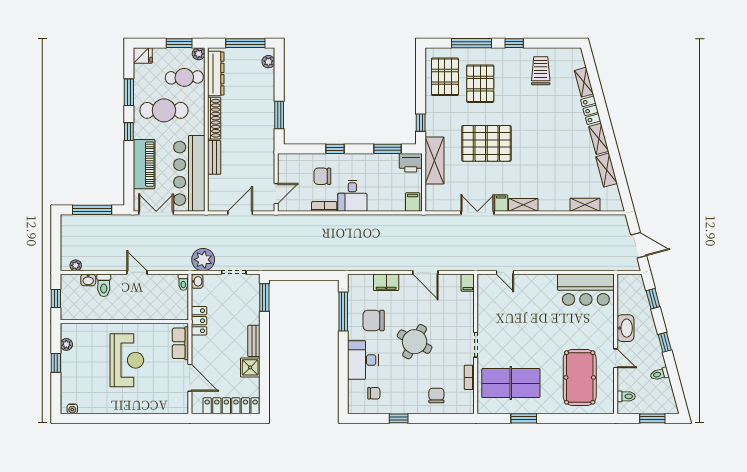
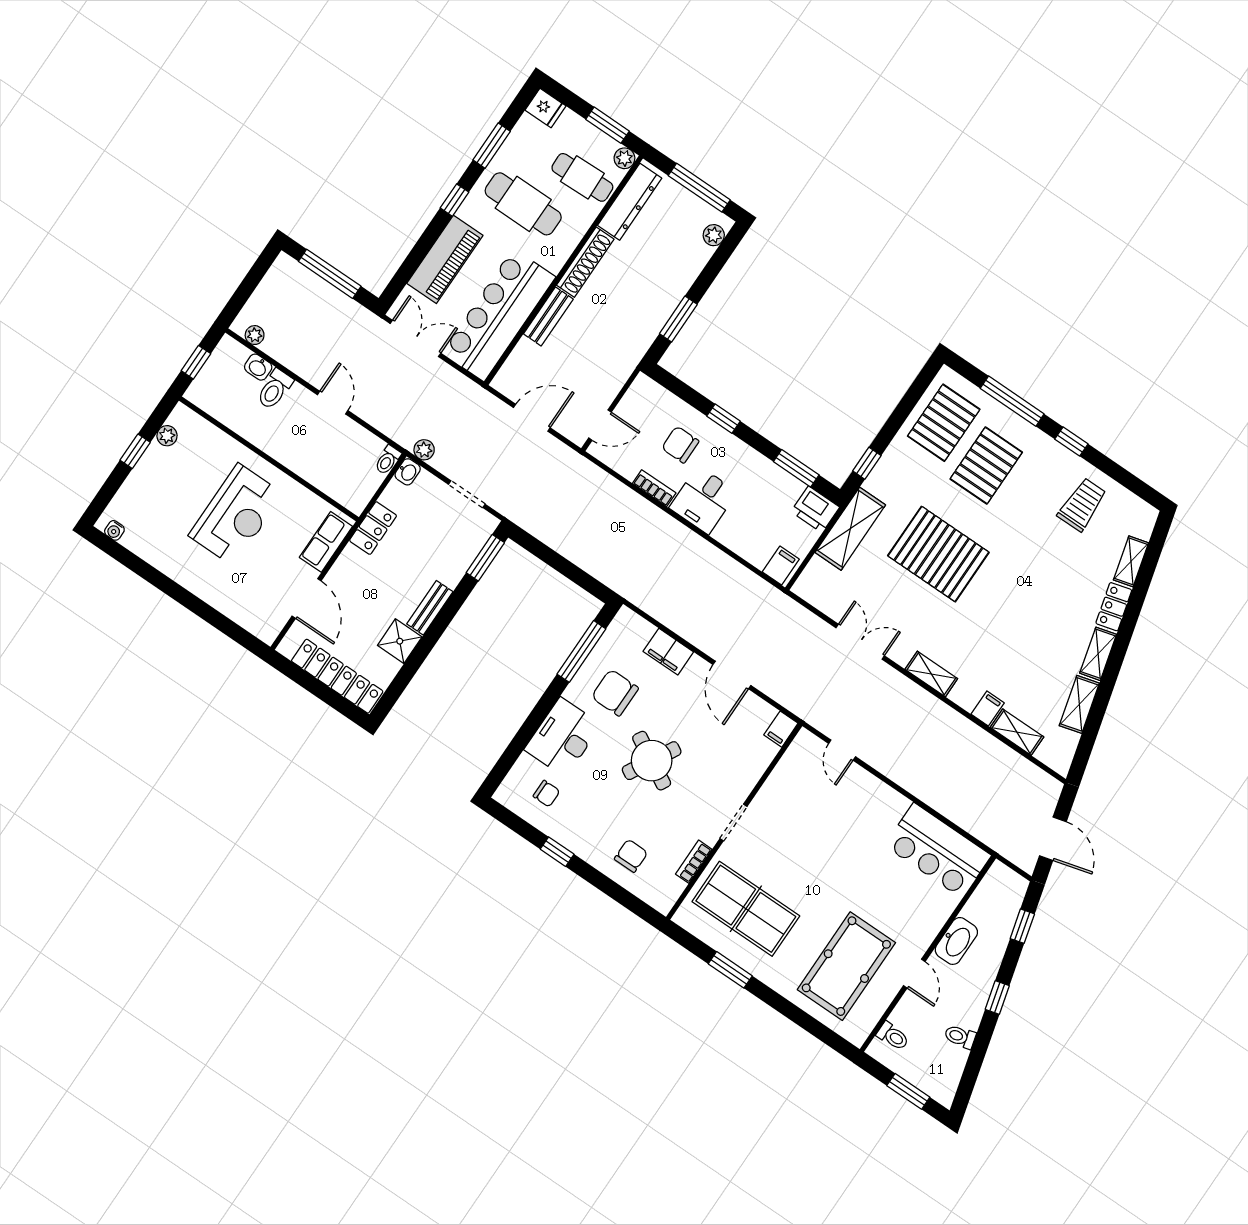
filing cabinet: (501, 203) -> (988, 709), moved
plant: (203, 260) -> (424, 450), width x0.53, depth x0.53

